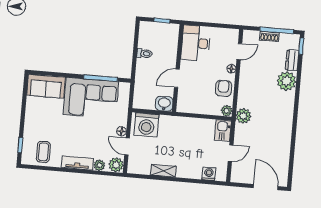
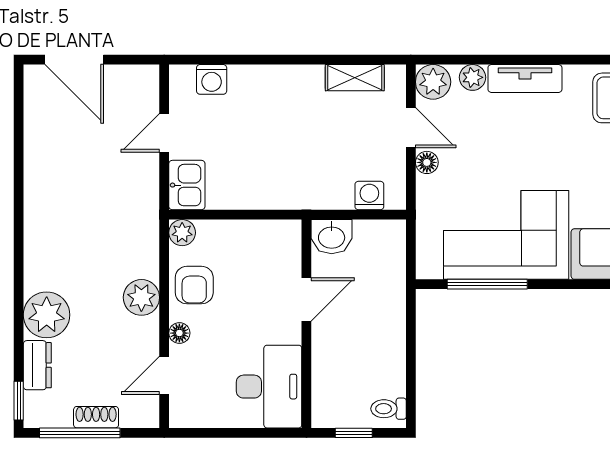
toilet: (144, 54) -> (388, 409), moved
plant: (243, 116) -> (141, 297), moved
washing machine: (146, 125) -> (369, 196), width x0.53, depth x0.53
shelving: (163, 171) -> (355, 78), moved

